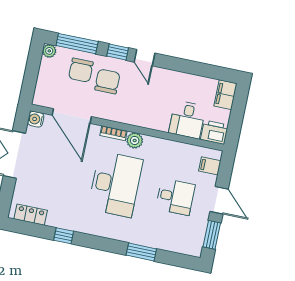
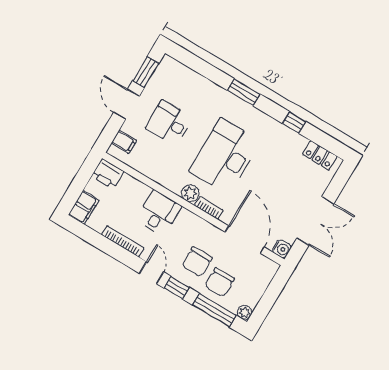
chair: (81, 70) -> (220, 282), turned 180
bookcase: (180, 77) -> (123, 241), added
desk: (187, 120) -> (159, 213), moved
window: (141, 252) -> (244, 92), moved

